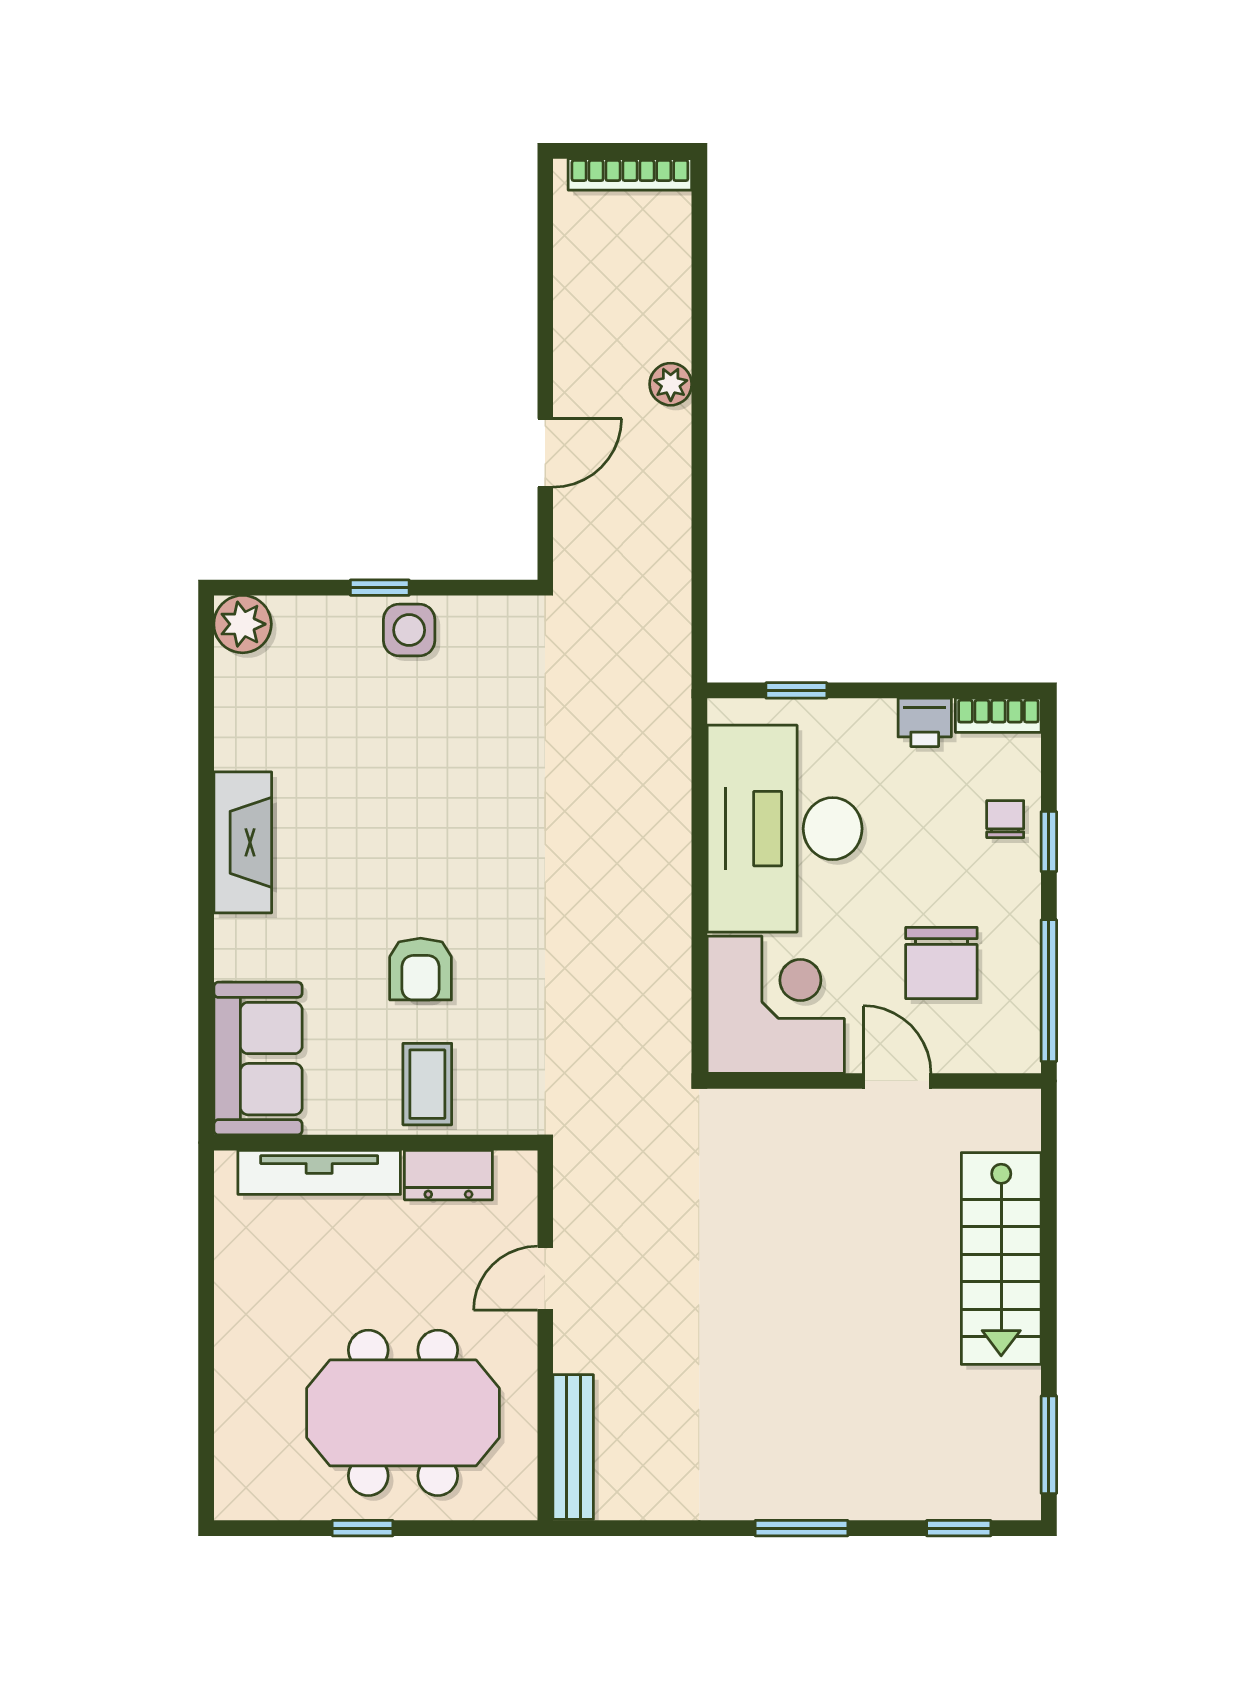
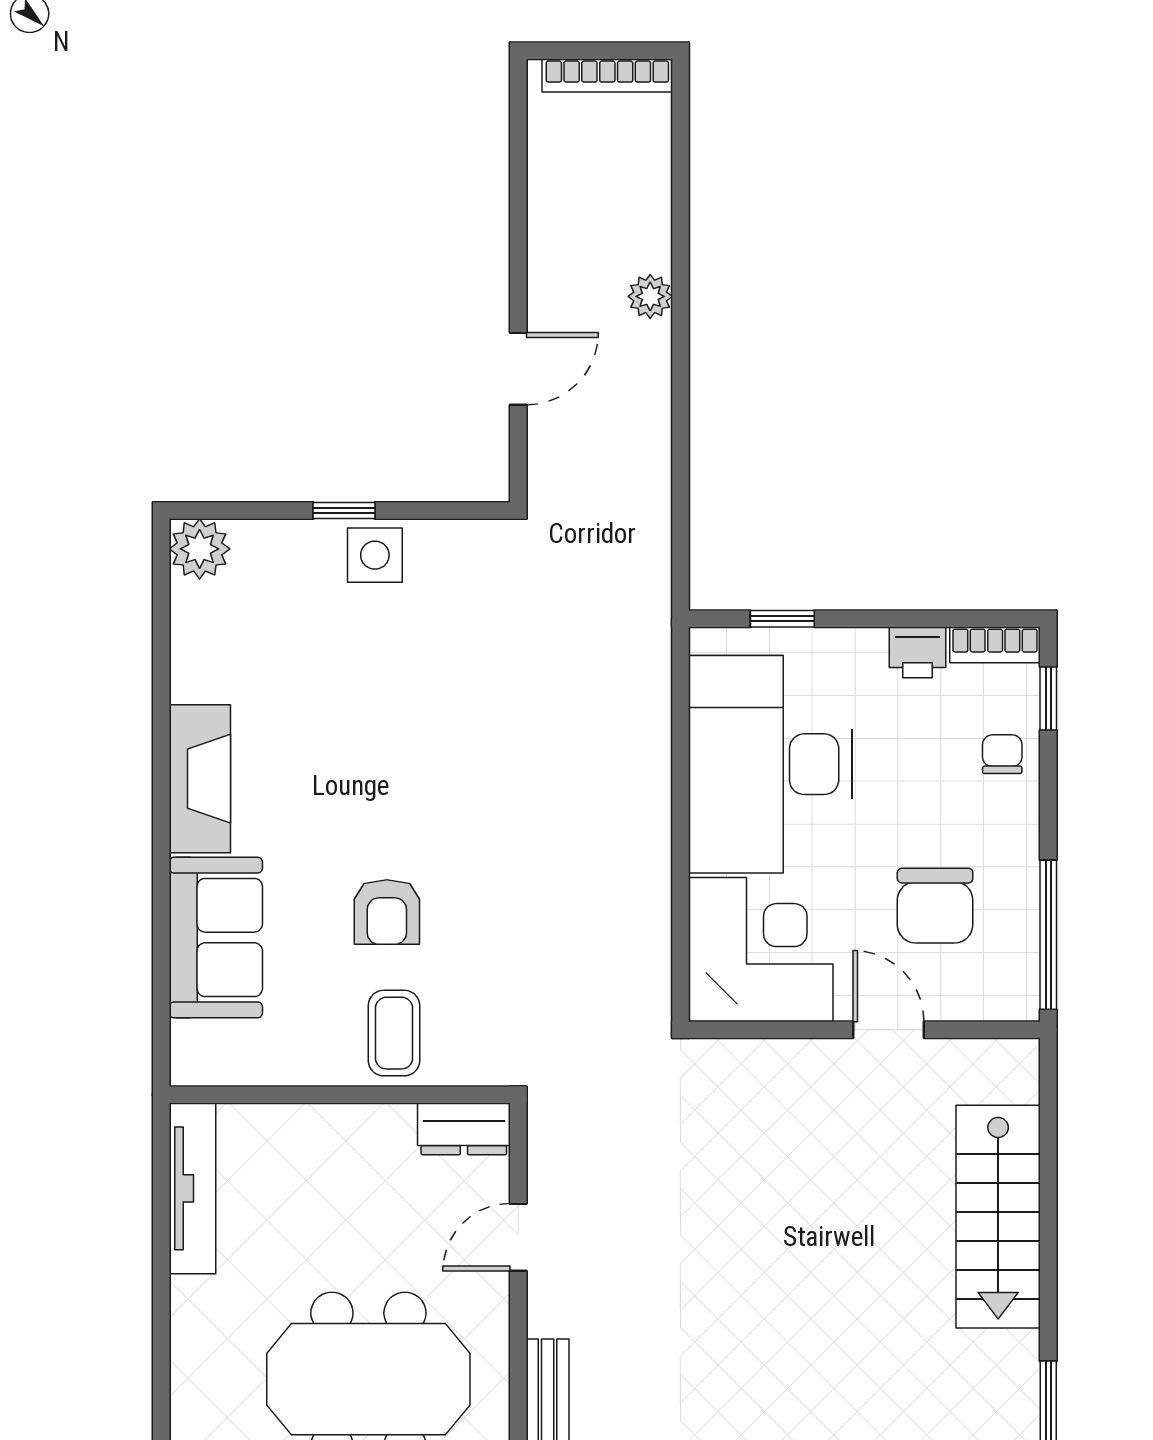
window: (1049, 842) -> (1048, 699), moved
sofa: (258, 1059) -> (216, 937), moved
tv unit: (319, 1172) -> (192, 1188), moved, turned -90
dresser: (448, 1175) -> (464, 1129), moved

